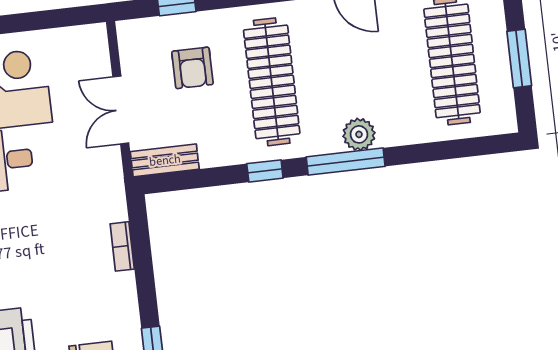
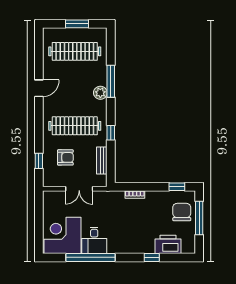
bench: (165, 160) -> (102, 161), moved
window: (346, 162) -> (111, 81), moved

